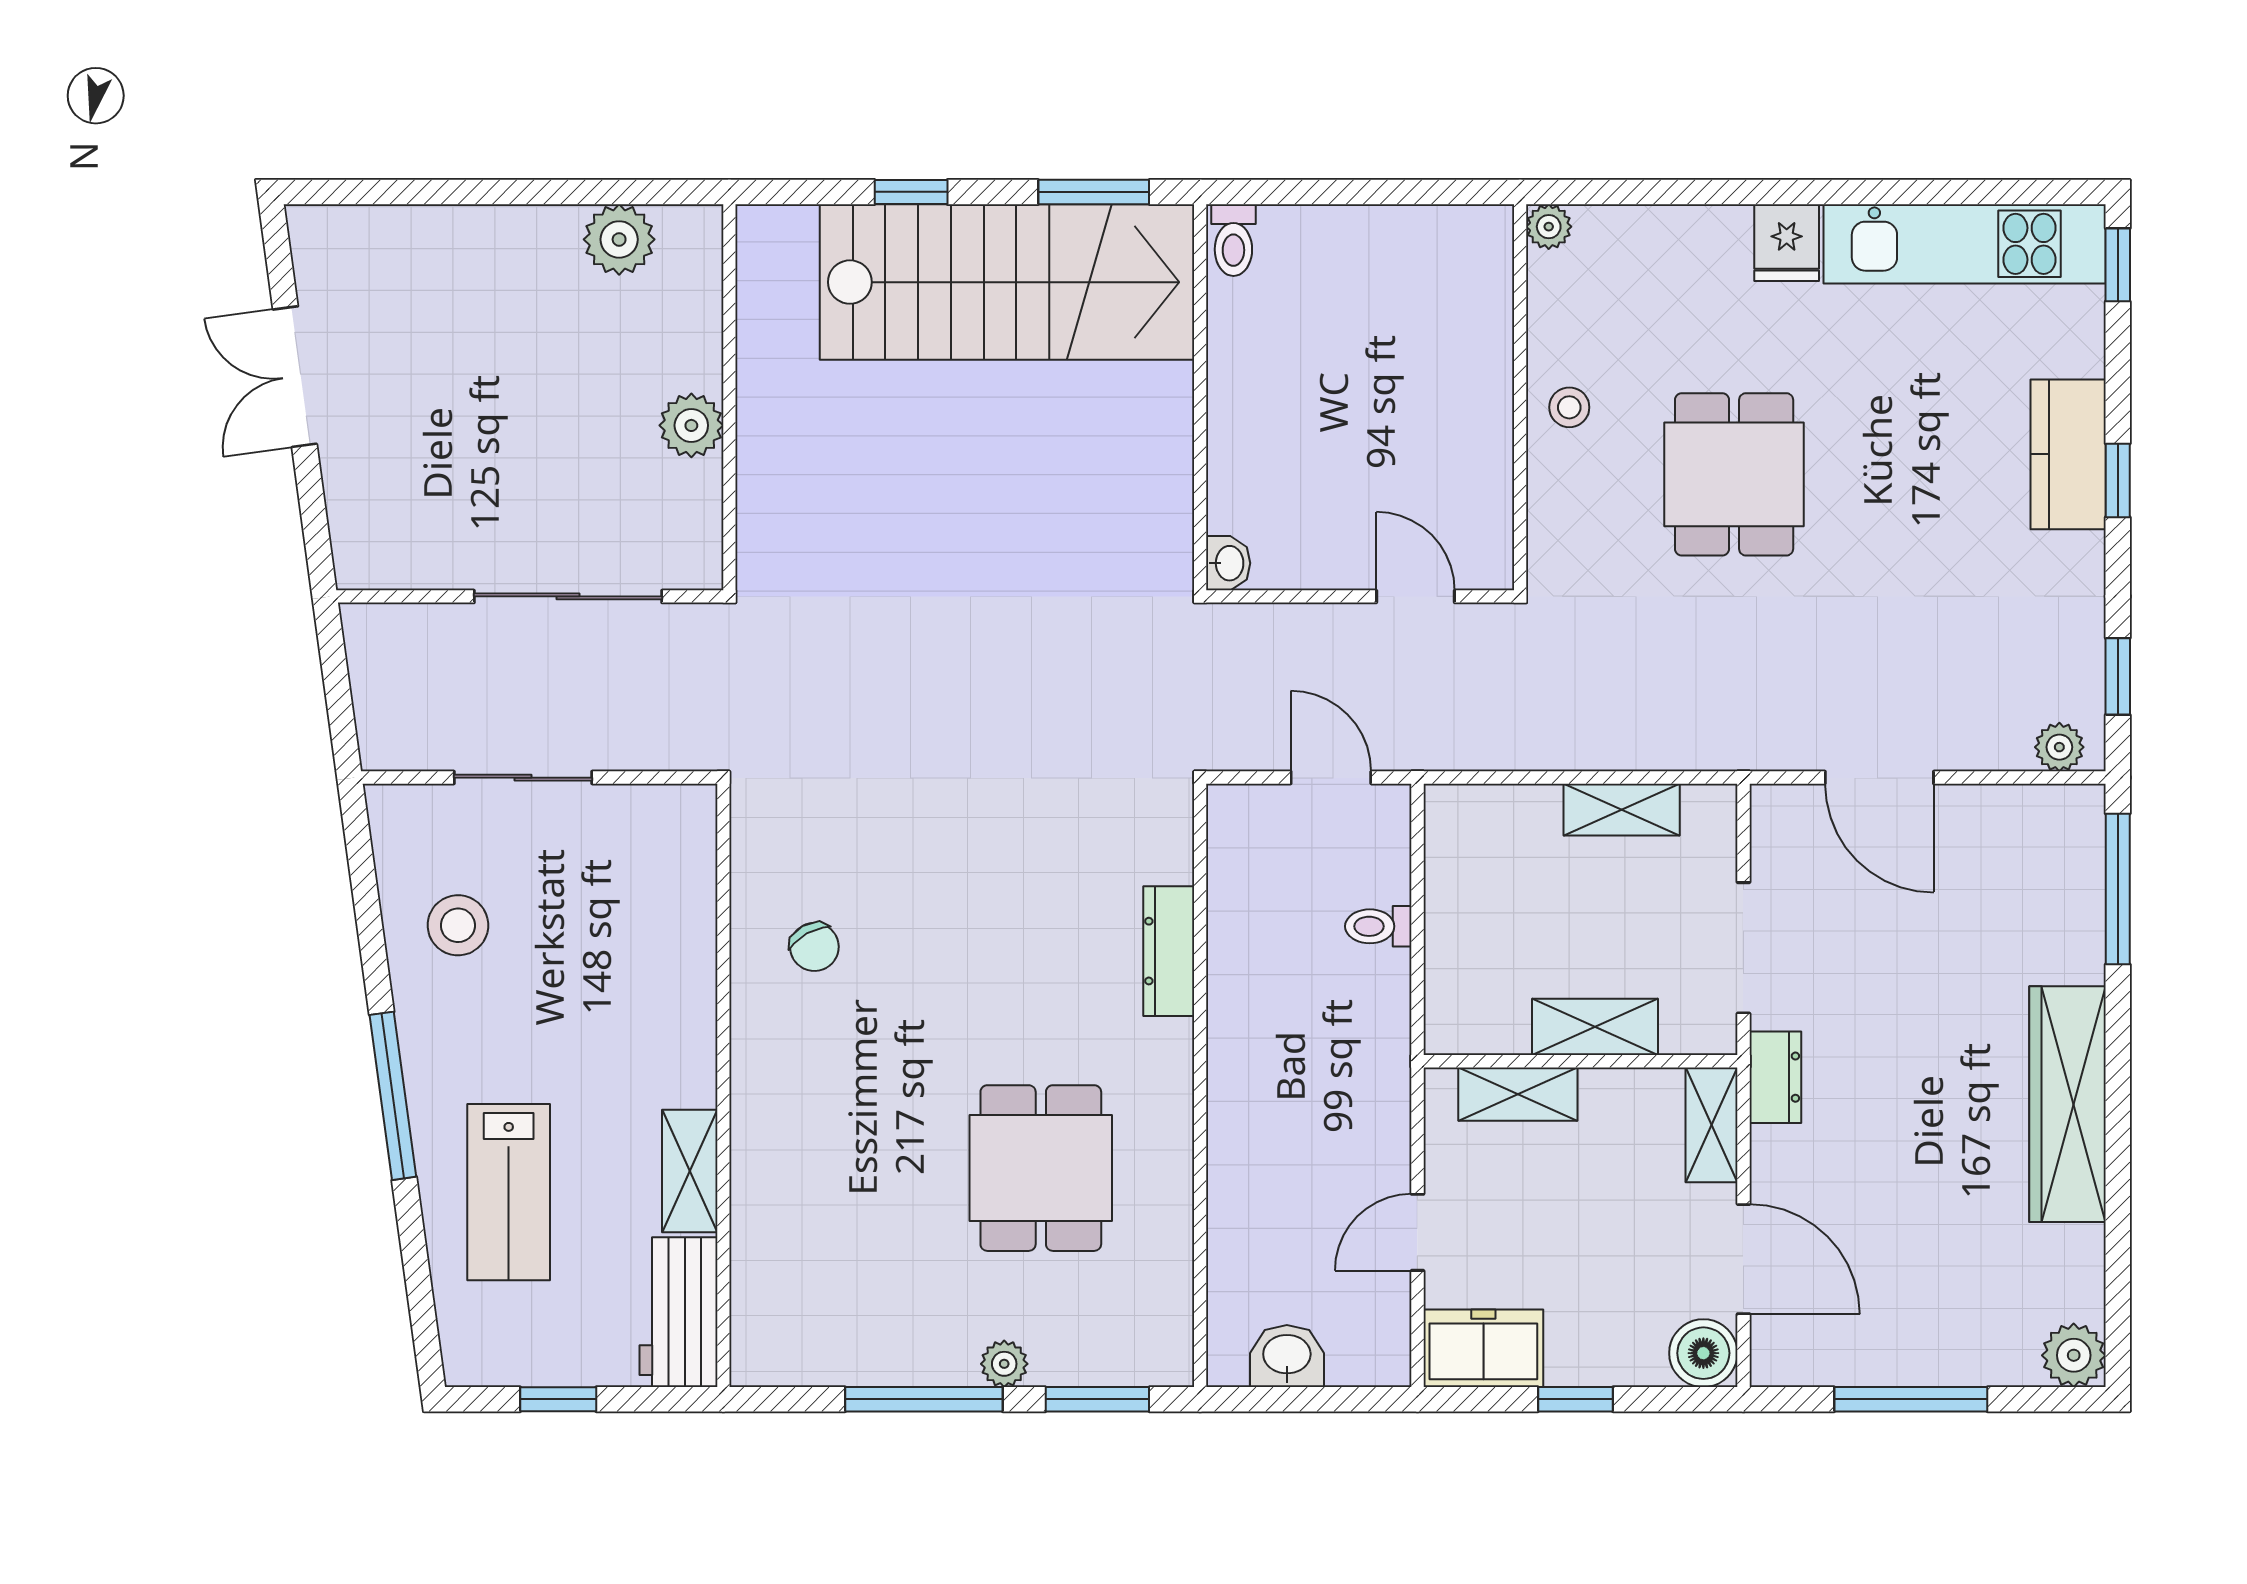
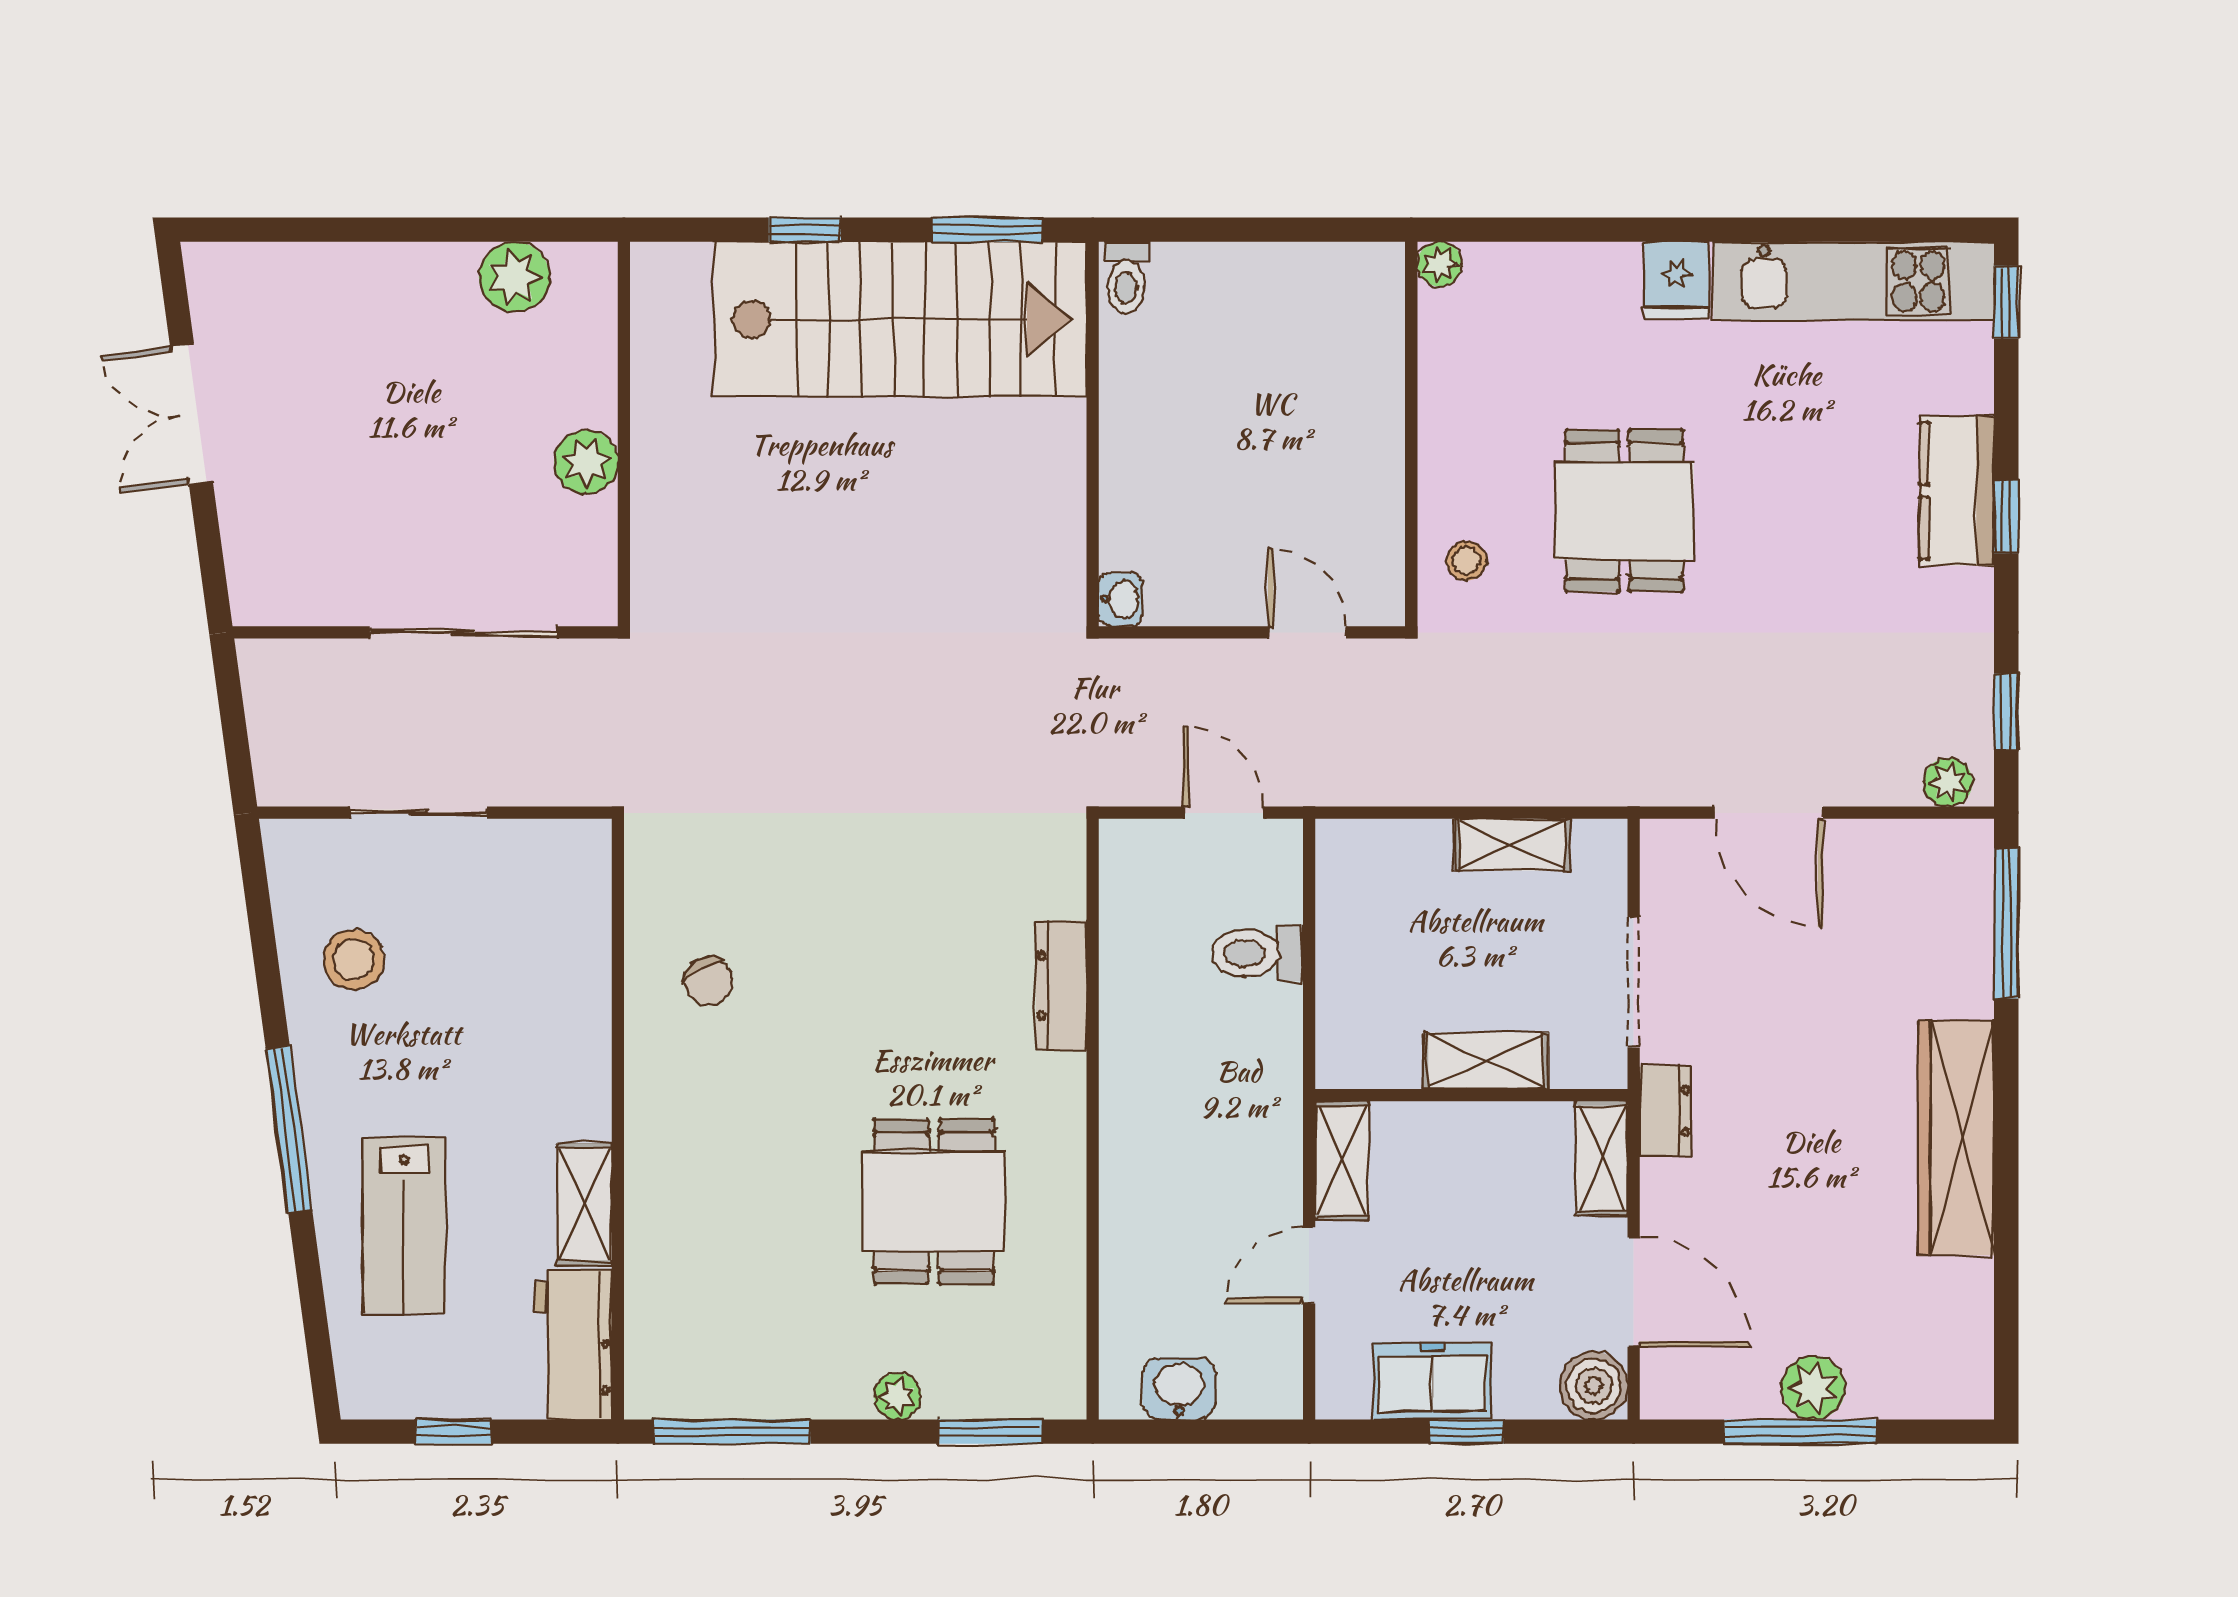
stool: (1569, 407) -> (1466, 561), moved
toilet: (1378, 926) -> (1257, 953), width x1.37, depth x1.39
shelving: (1518, 1094) -> (1342, 1160), moved, turned 90
freezer: (1483, 1348) -> (1432, 1381), moved
plant: (2074, 1355) -> (1813, 1388), moved
window: (924, 1399) -> (732, 1432), moved

